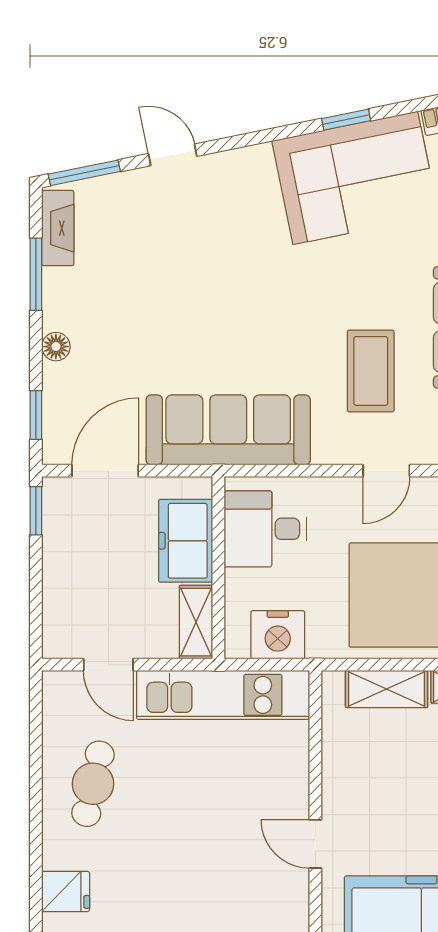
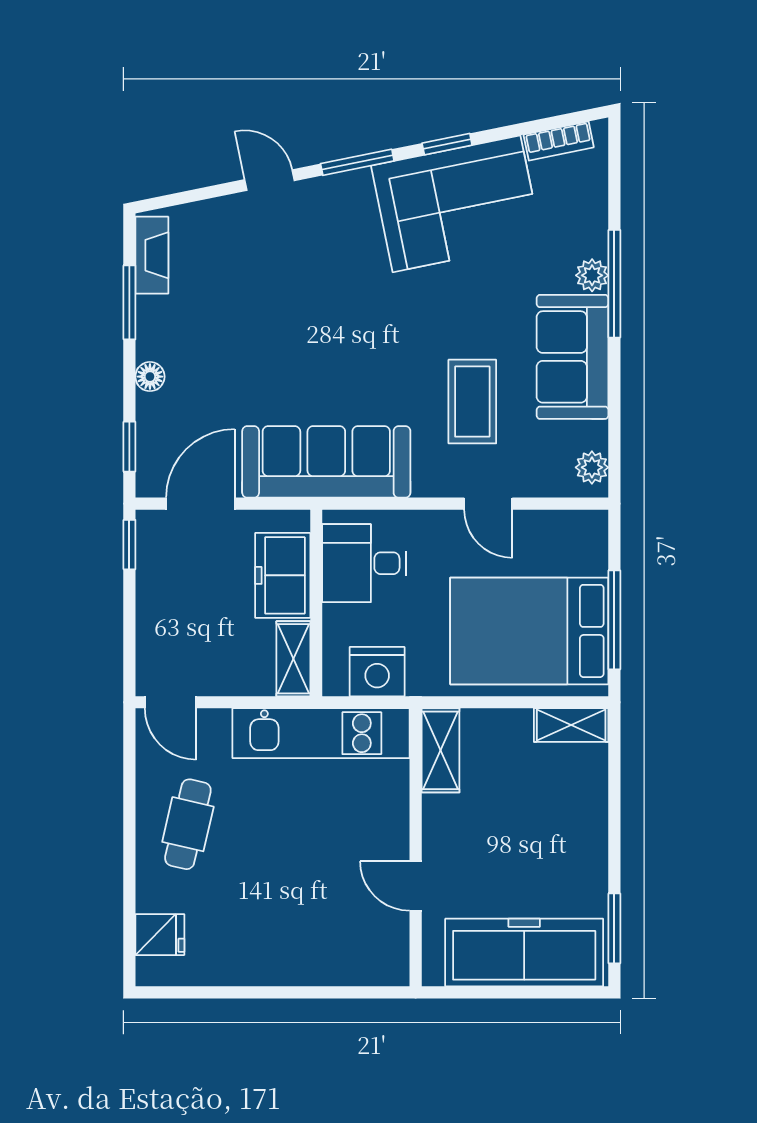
window: (84, 173) -> (357, 162), moved
door: (386, 471) -> (488, 504), hinge flipped
door: (108, 665) -> (171, 702), moved
shelving: (387, 689) -> (441, 750), moved, turned 90

